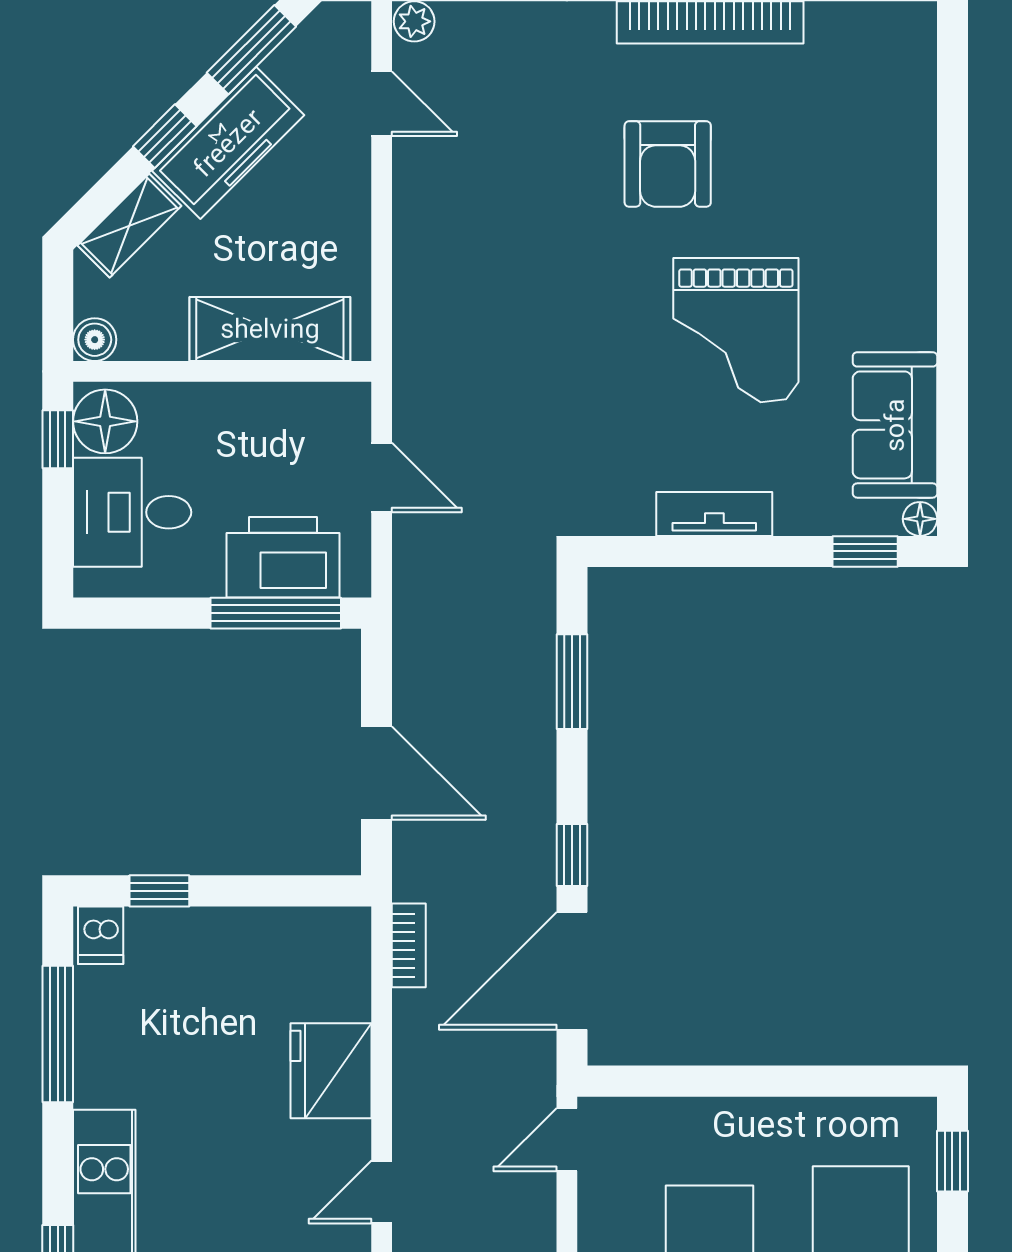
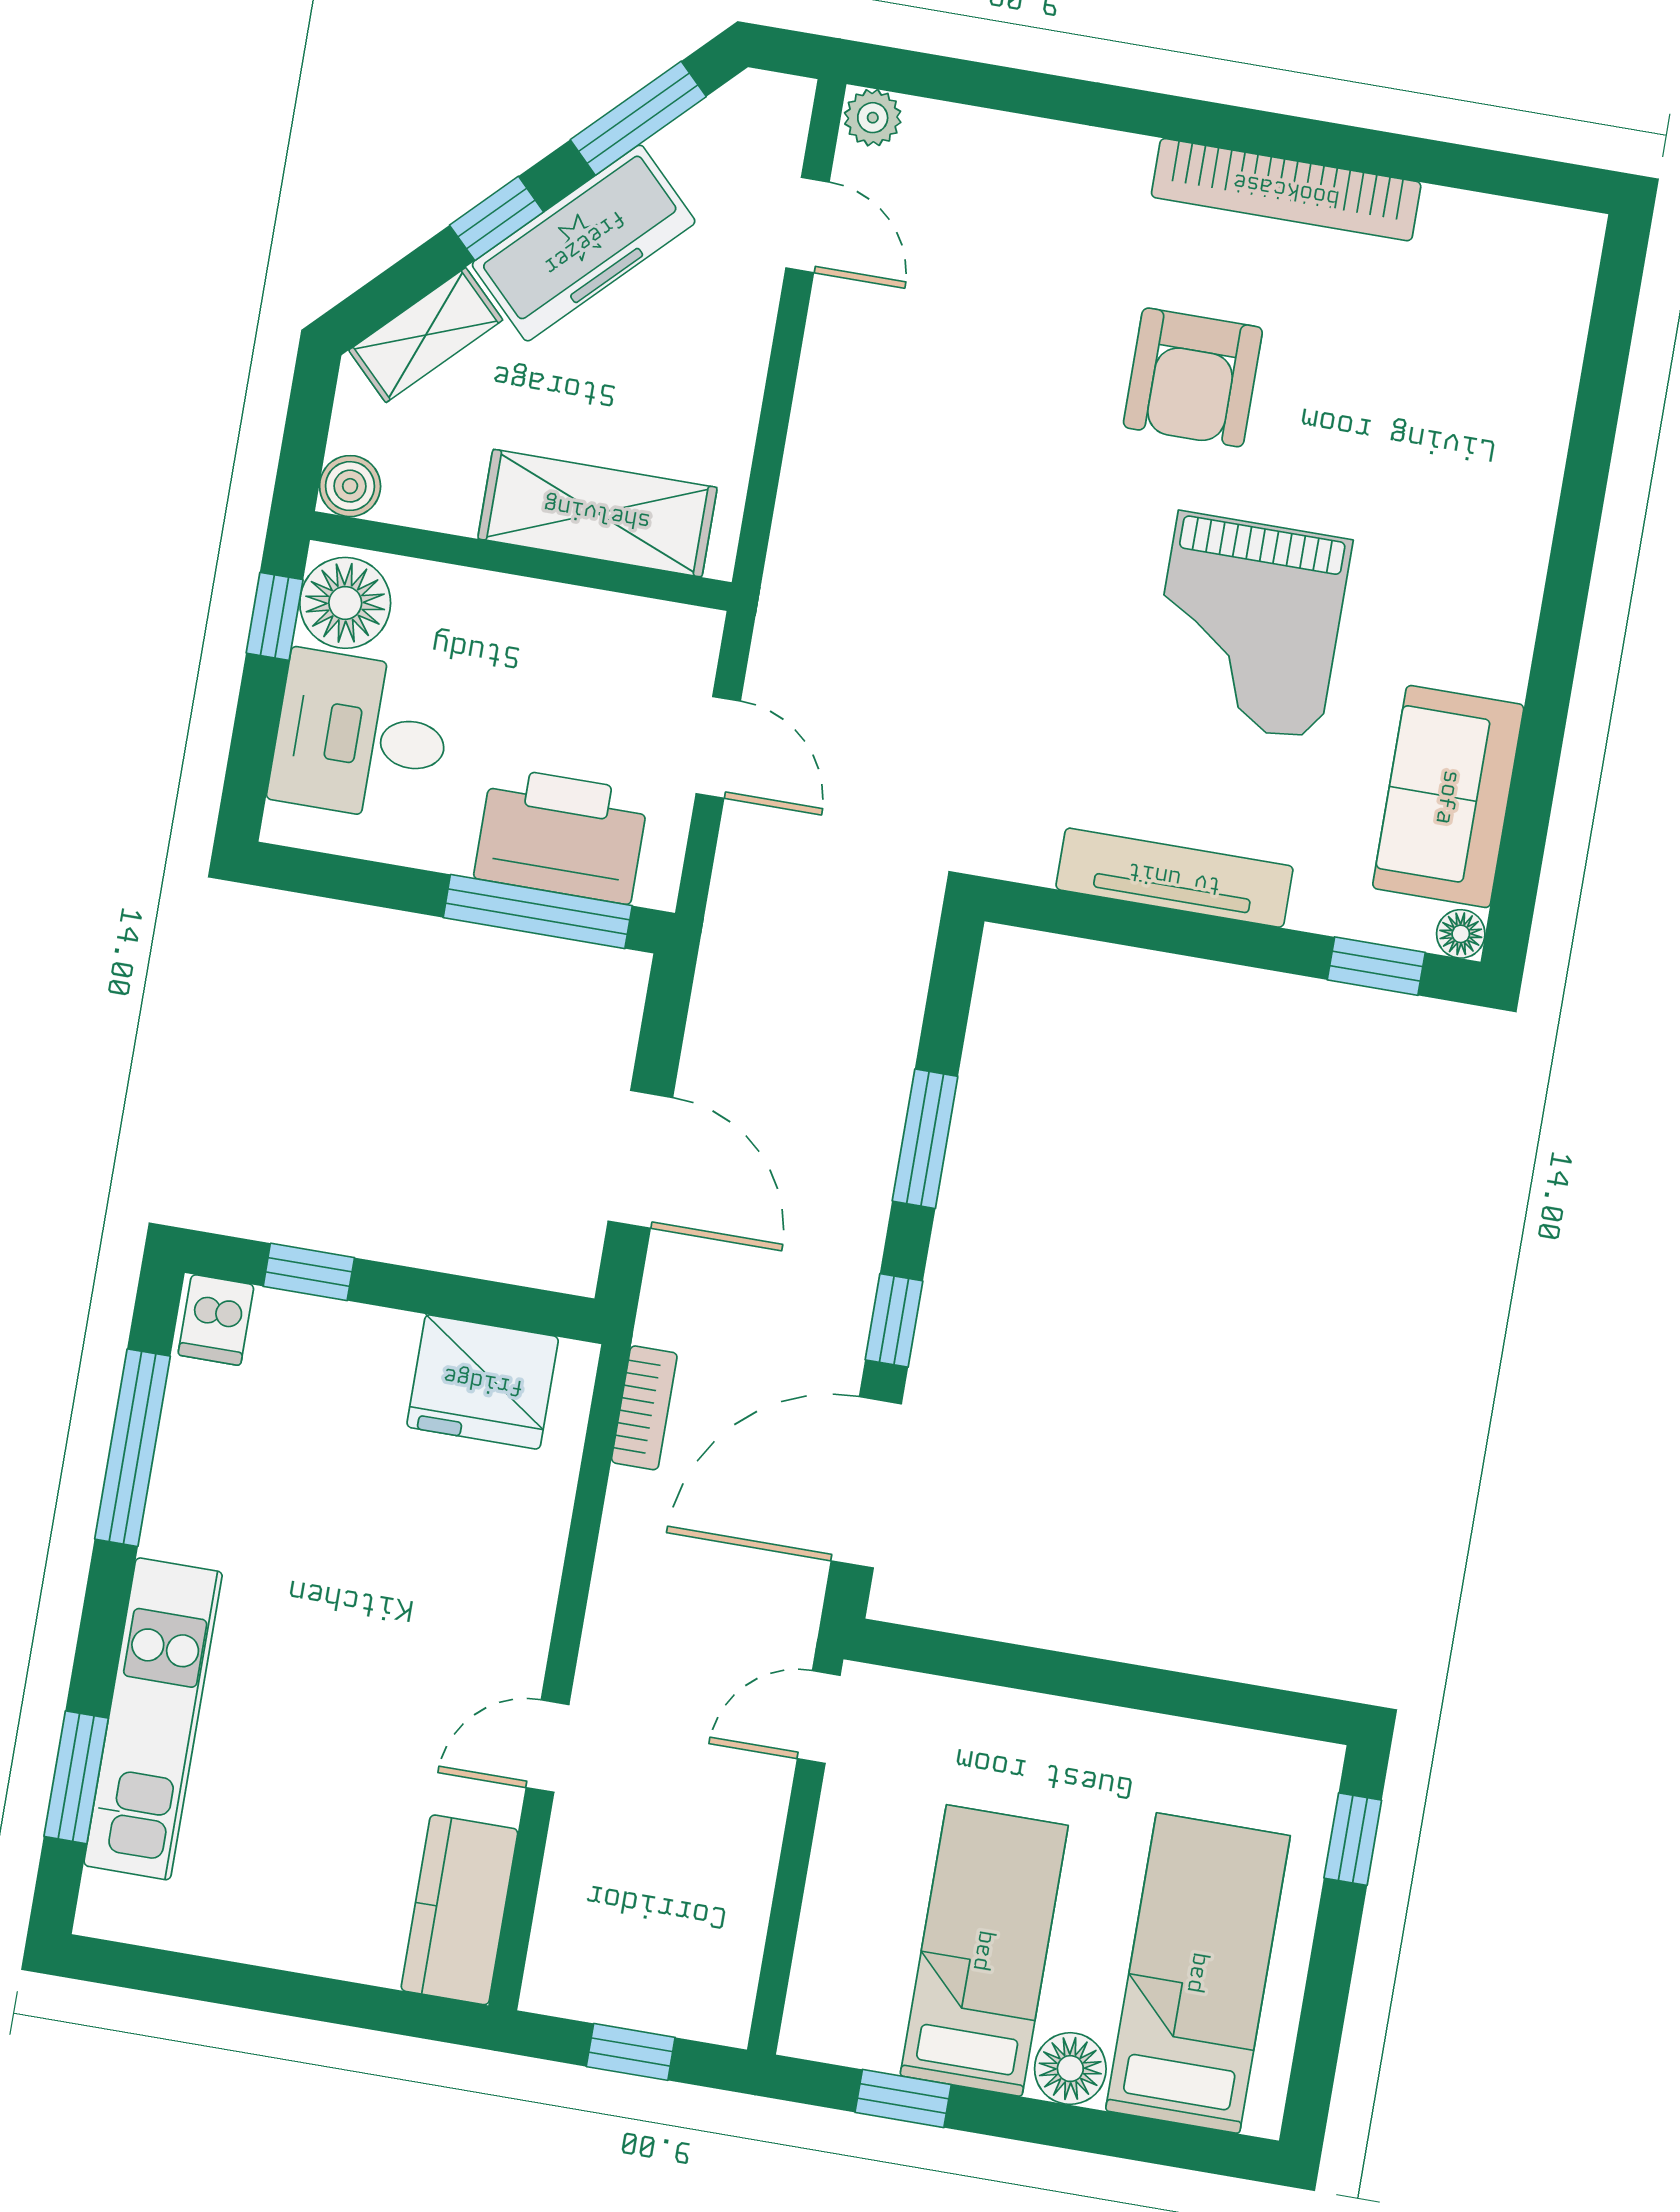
tv unit: (714, 514) -> (1174, 878), width x1.41
window: (572, 682) -> (925, 1139), moved
fridge: (331, 1071) -> (483, 1382), moved, turned -90

